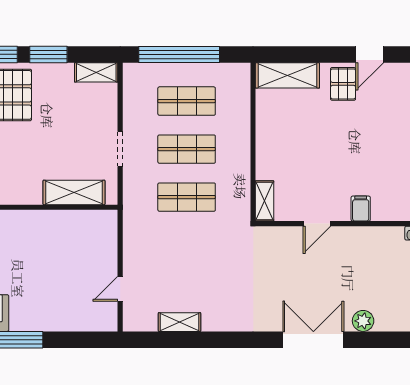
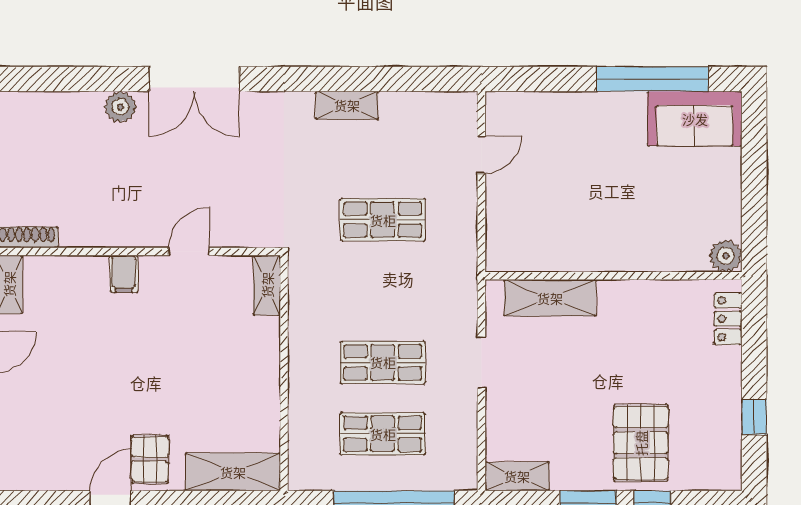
shop shelf: (187, 197) -> (383, 220), moved
shelving: (180, 322) -> (347, 105), moved

